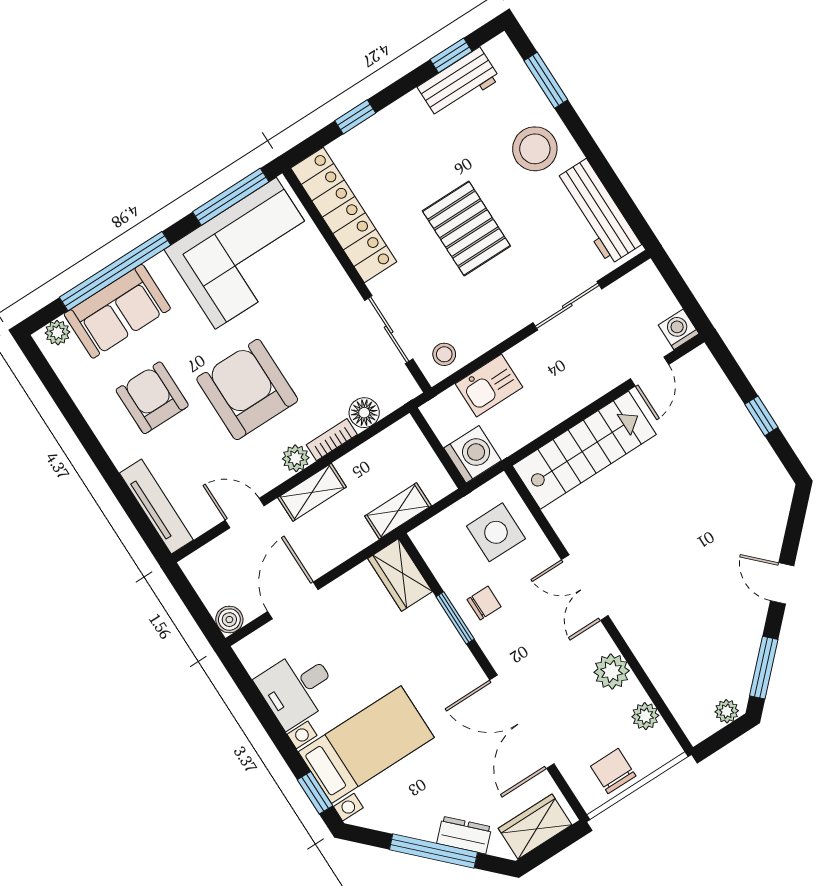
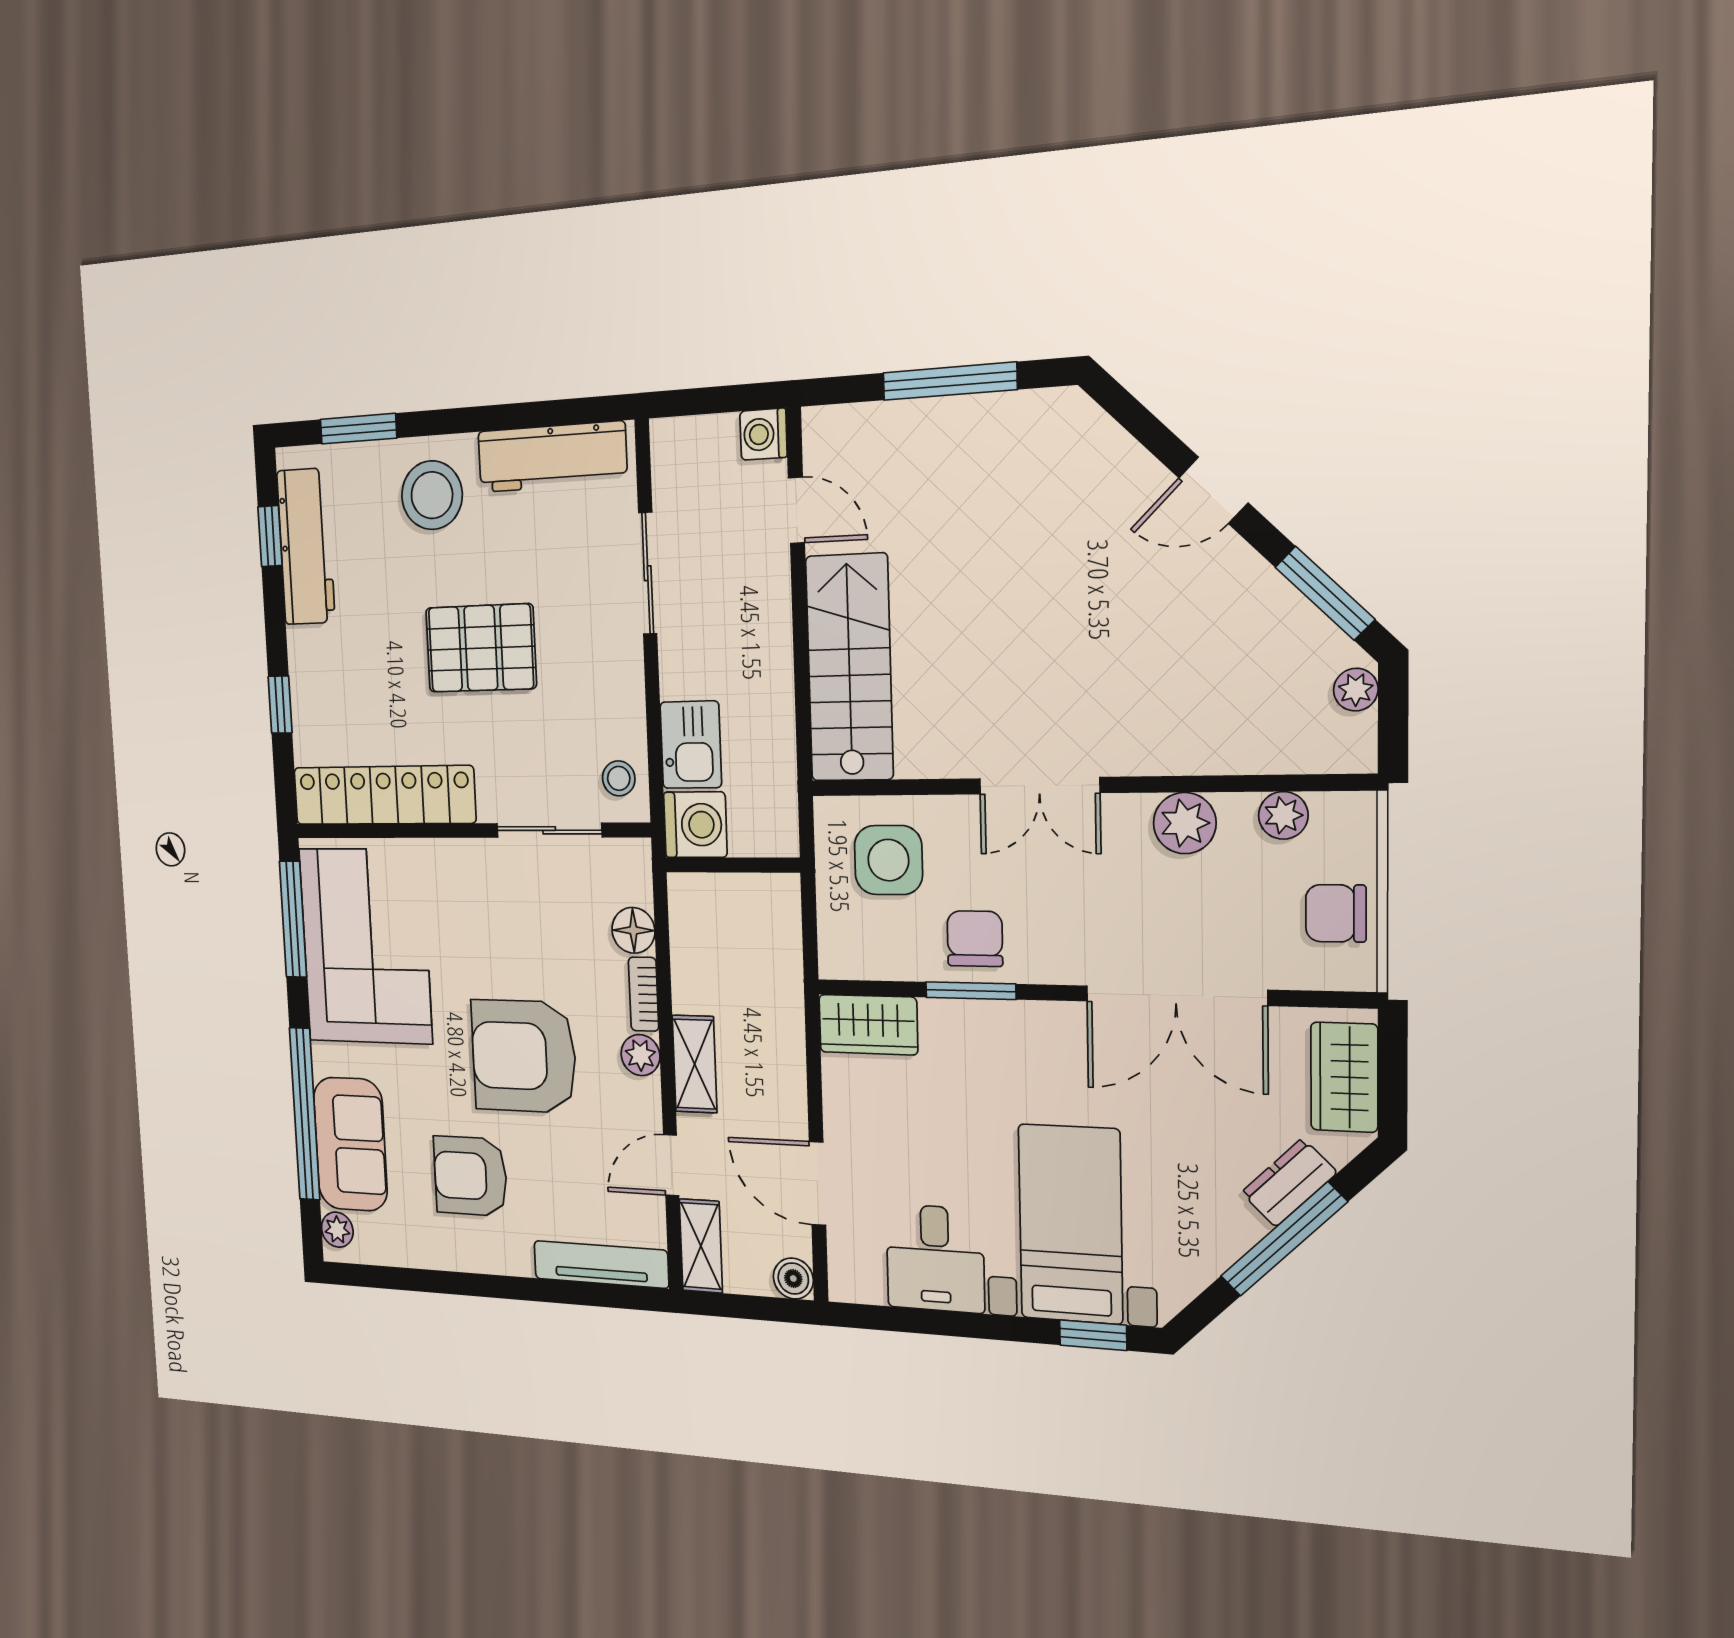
workbench: (459, 83) -> (306, 547), width x1.38
window: (761, 416) -> (950, 381), width x2.17
washing machine: (473, 454) -> (695, 825), moved, turned 90
shelving: (398, 511) -> (701, 1246), moved
chair: (484, 603) -> (975, 939), width x1.37, depth x1.37

